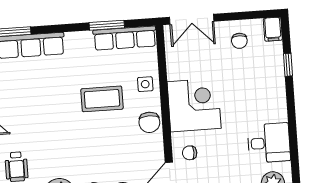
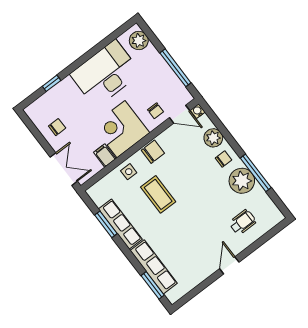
filing cabinet: (273, 29) -> (105, 155), moved, turned -90
row of seats: (125, 38) -> (120, 224), moved
desk: (269, 143) -> (106, 74), width x1.87, depth x1.30

